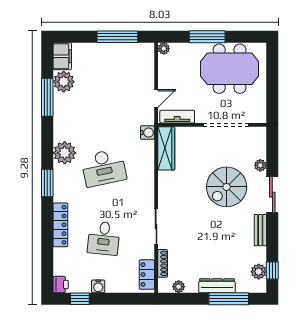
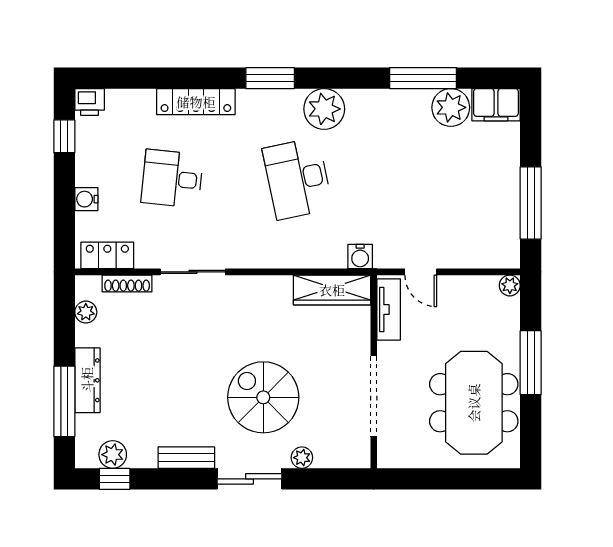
water cooler: (98, 286) -> (86, 199), moved

